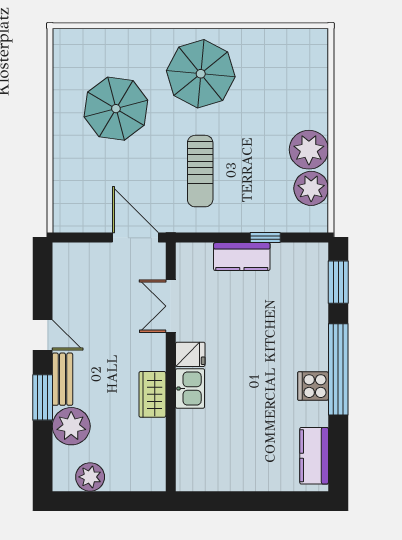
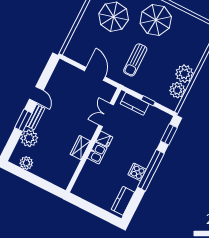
double door: (171, 306) -> (106, 115), moved
fridge: (190, 354) -> (104, 139), moved
wall: (171, 367) -> (94, 140), moved
kitchen sink: (190, 389) -> (97, 153), moved
wardrobe: (152, 394) -> (80, 148), moved

